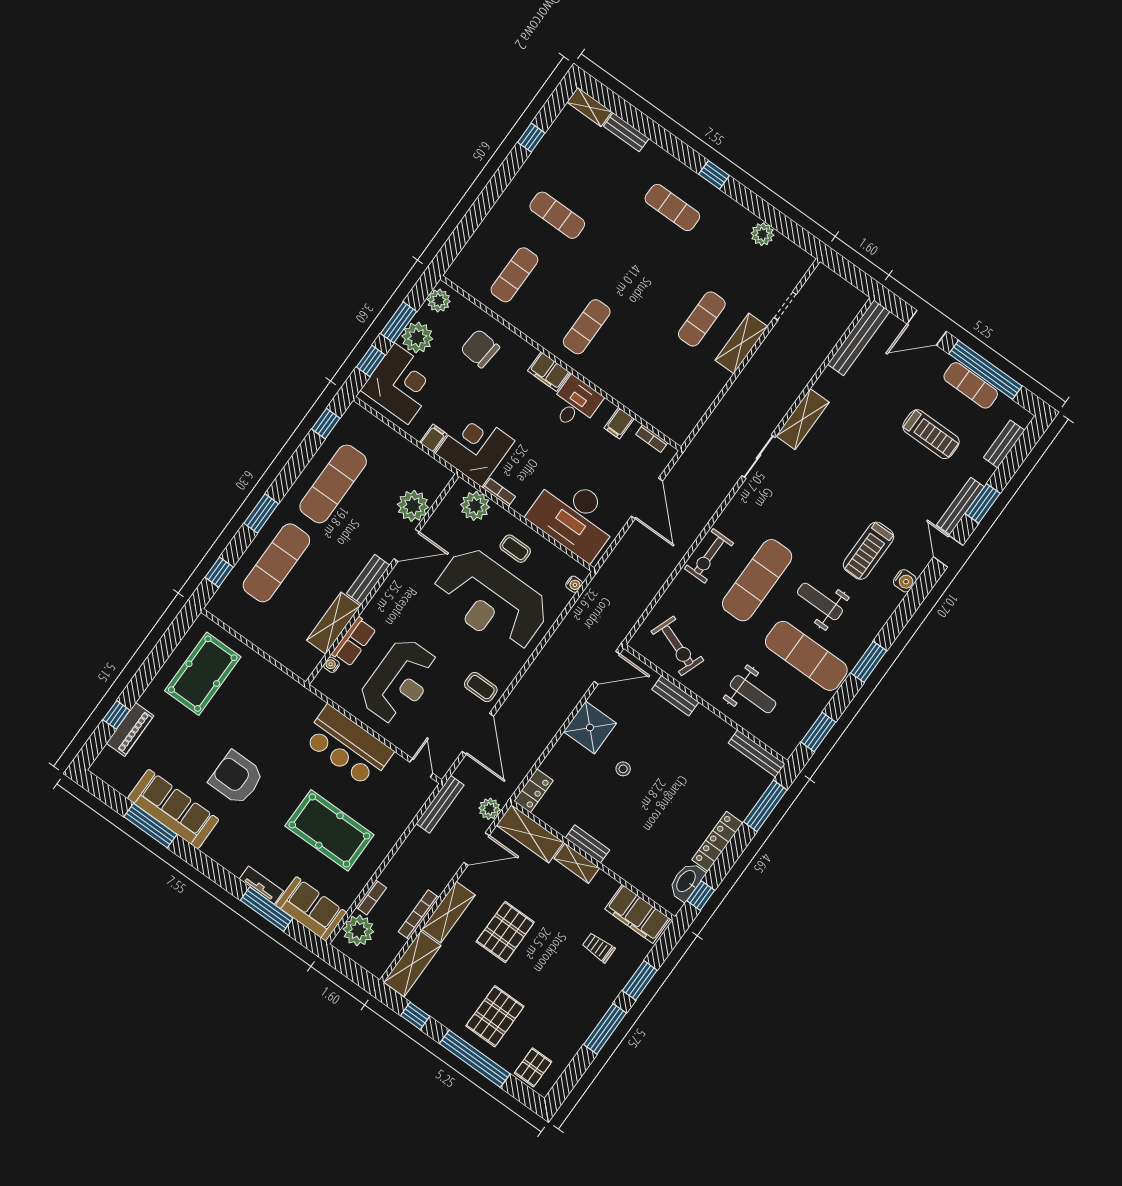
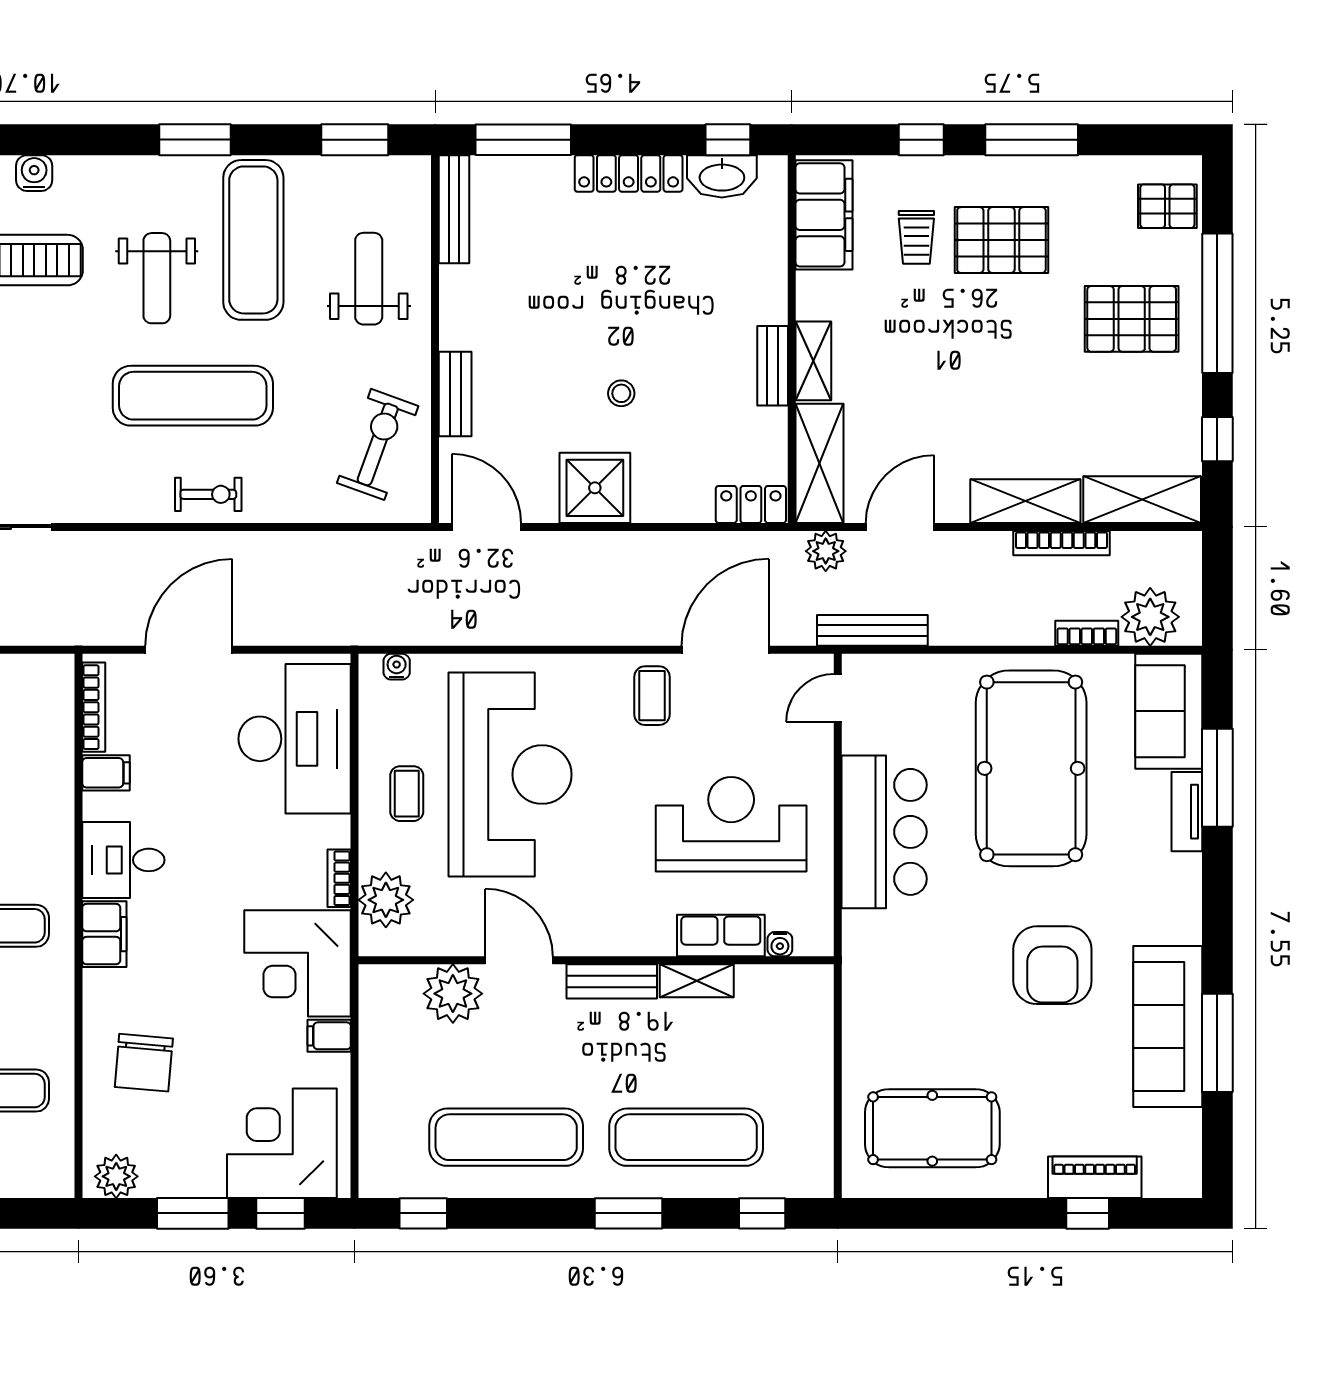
plant: (417, 337) -> (195, 1169), removed
bookcase: (652, 439) -> (94, 707), width x1.56
exercise bike: (709, 556) -> (208, 494), width x0.73, depth x0.72
shelving: (333, 623) -> (697, 981), width x0.67, depth x0.75
pool table: (329, 830) -> (1031, 768), width x1.36, depth x1.32
door: (477, 849) -> (900, 527), hinge flipped
pallet: (505, 932) -> (1001, 240), moved
window: (640, 980) -> (921, 140), width x0.67

